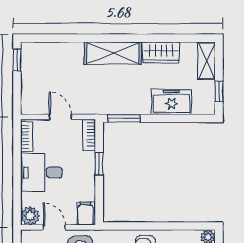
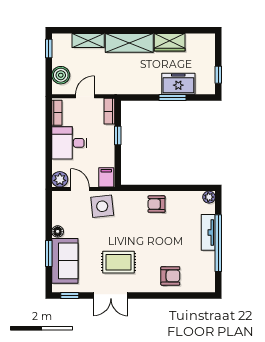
shelving: (207, 61) -> (88, 40), moved, turned 90
boiler: (31, 92) -> (61, 75), added
door: (60, 117) -> (85, 96), hinge flipped
window: (124, 118) -> (173, 98), moved

